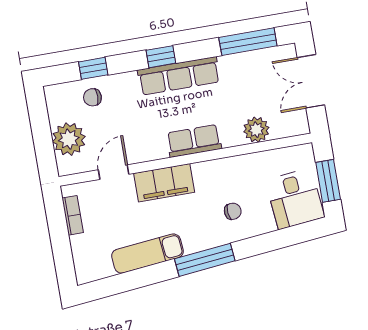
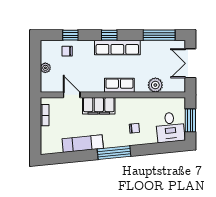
plant: (69, 139) -> (45, 68), width x0.53, depth x0.53
door: (114, 172) -> (72, 95), hinge flipped

